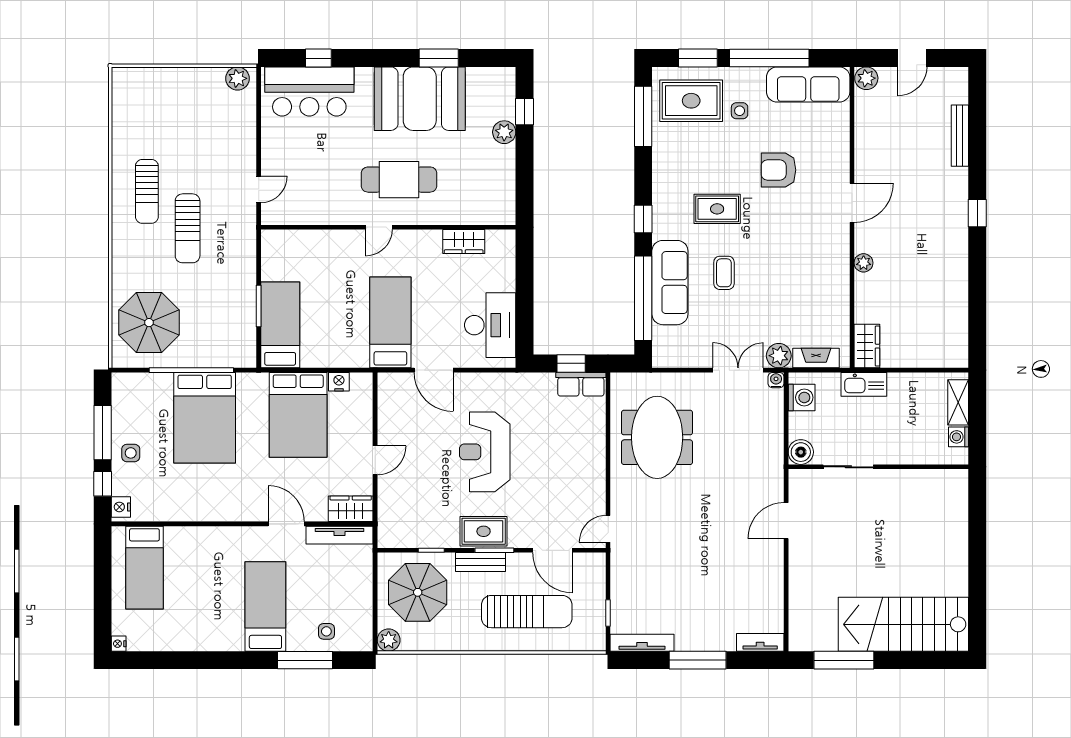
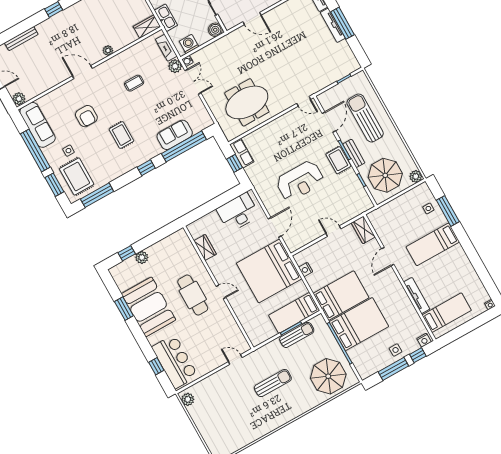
sun lounger: (147, 191) -> (297, 335), moved
coffee table: (724, 273) -> (134, 83), moved
sofa: (670, 283) -> (175, 135), width x0.73
bed: (390, 322) -> (269, 271), width x2.04
double door: (738, 370) -> (193, 82), swing flipped
bed: (298, 415) -> (341, 296), moved
tv unit: (339, 535) -> (417, 296), moved
tv unit: (642, 643) -> (333, 25), moved

